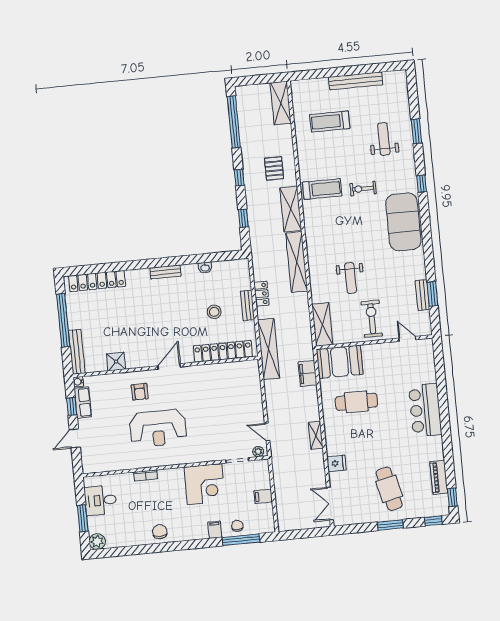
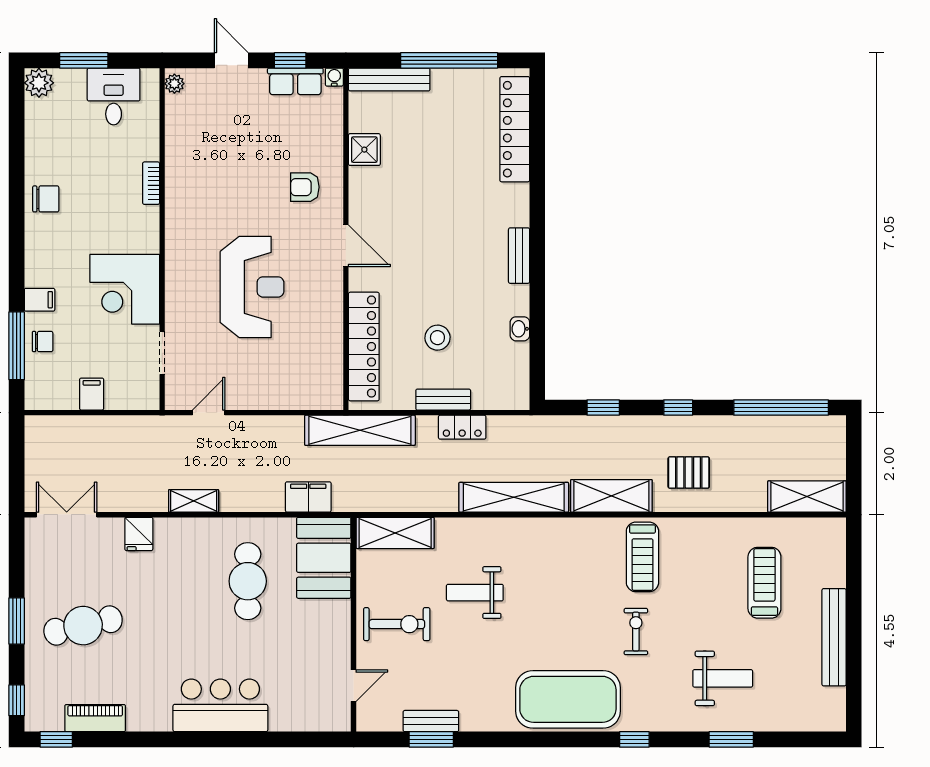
reception desk: (158, 428) -> (252, 287), moved, turned 180
plant: (258, 452) -> (174, 84), moved

